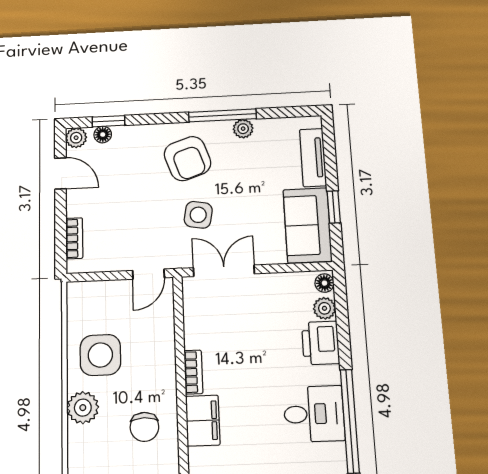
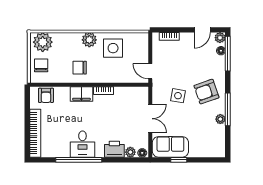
window: (108, 121) -> (228, 54), width x2.17
tv unit: (313, 158) -> (204, 152), removed
double door: (224, 271) -> (150, 119), moved

